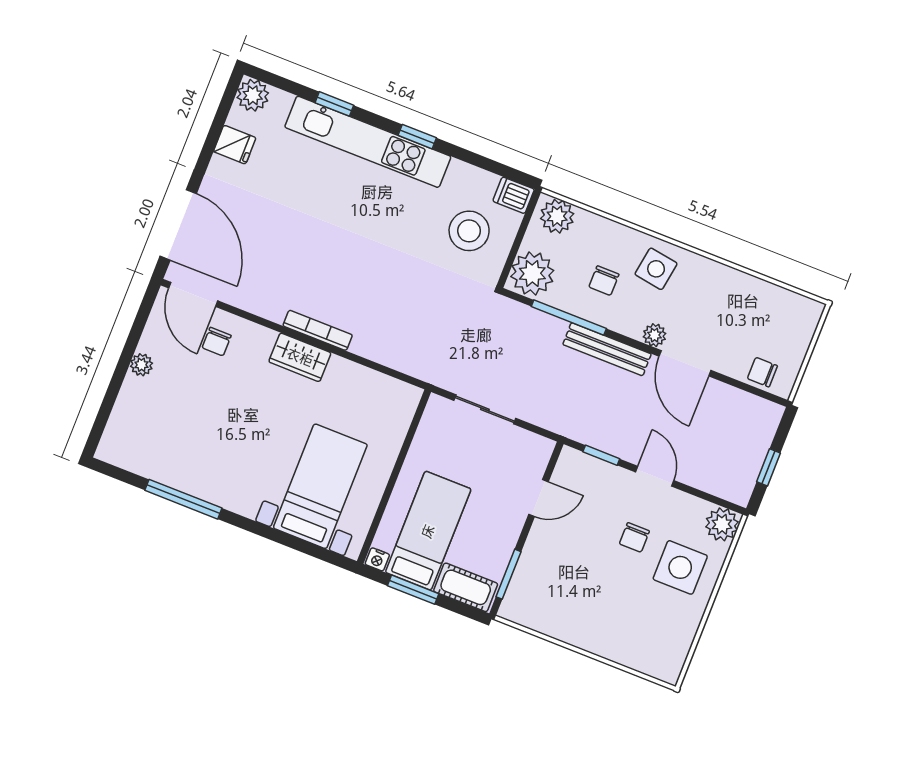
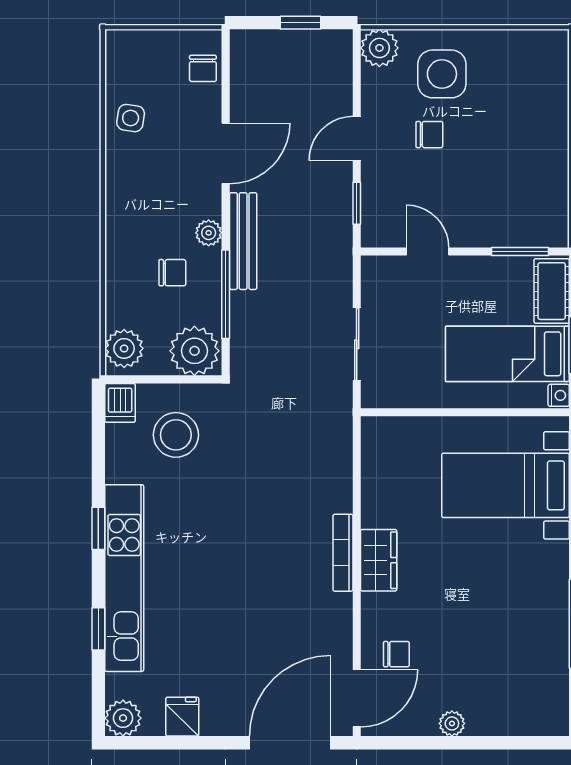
side table: (656, 269) -> (131, 118), moved, width x0.73, depth x0.73
plant: (655, 335) -> (209, 233), moved

